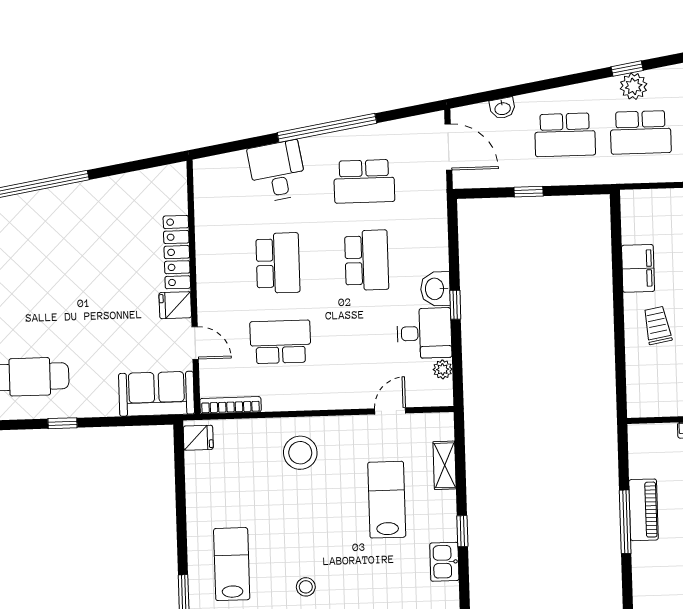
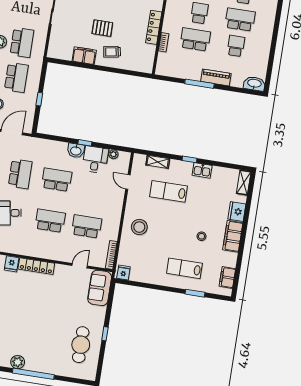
fridge: (175, 305) -> (12, 264), moved
school desk: (280, 342) -> (87, 226), turned 90
piano: (644, 510) -> (216, 77), moved

